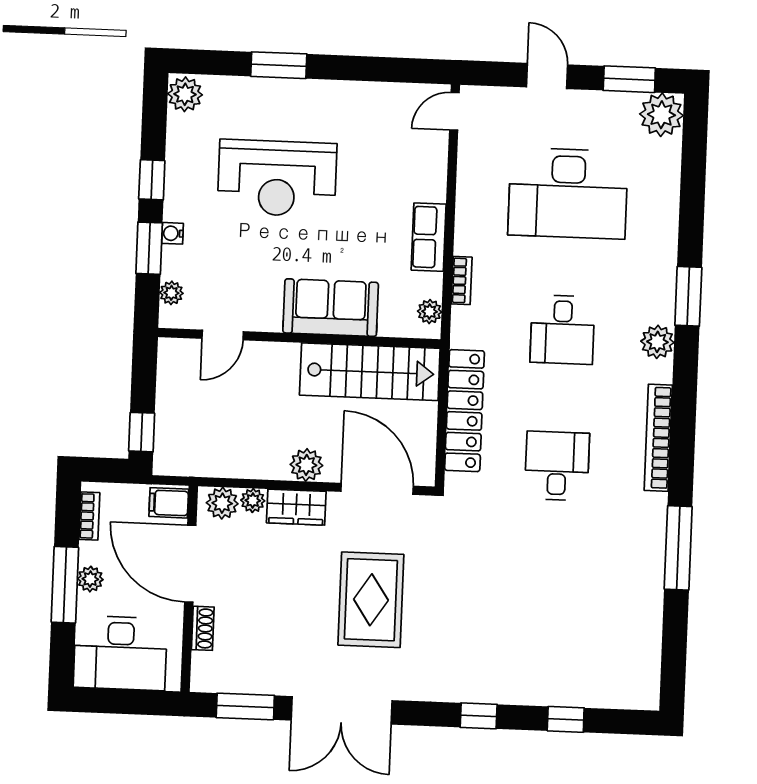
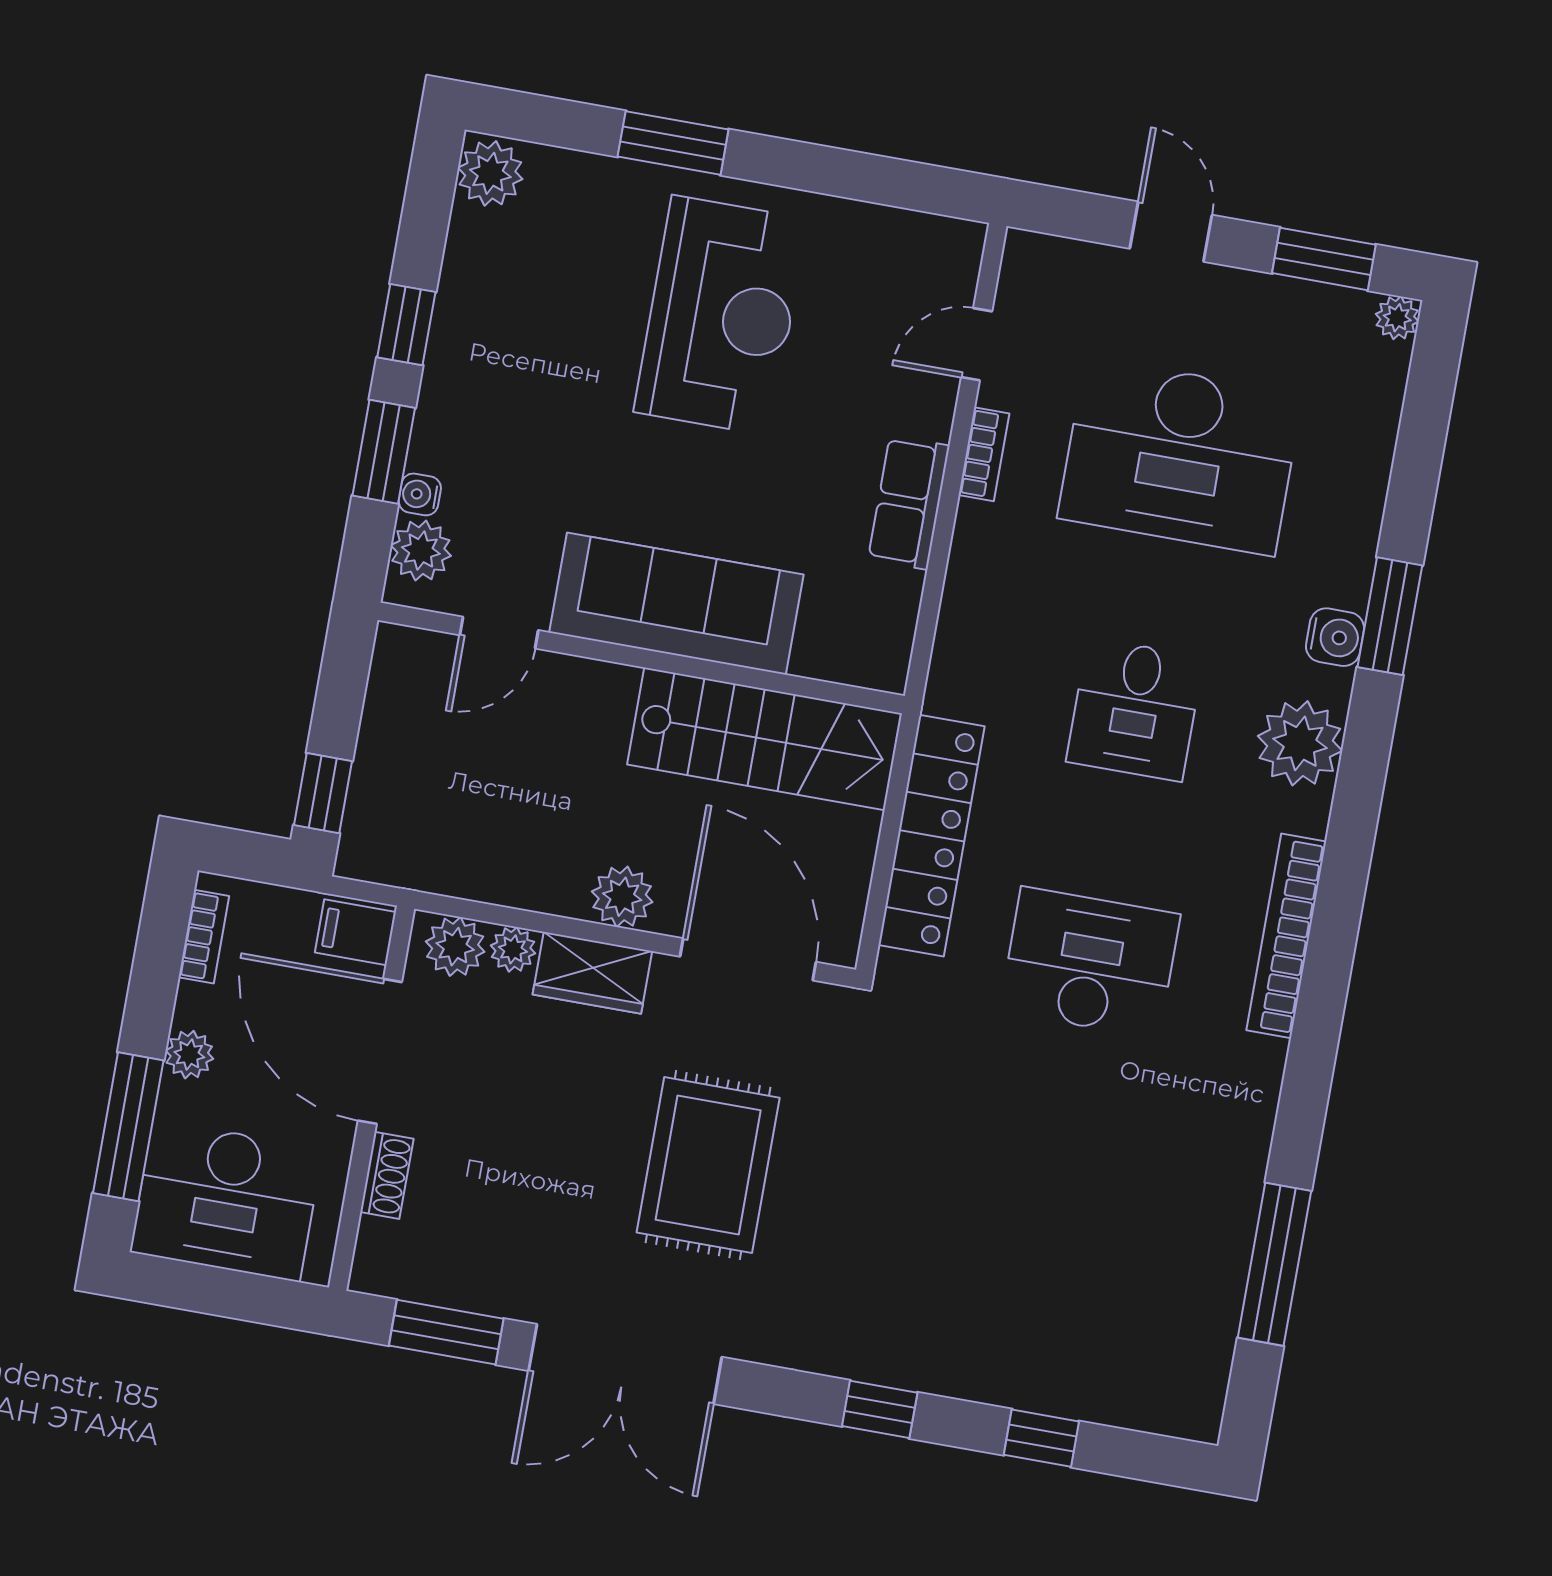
door: (454, 111) -> (977, 344), moved
plant: (661, 115) -> (1397, 318), width x0.53, depth x0.53
reception desk: (277, 178) -> (721, 315), moved, turned -90
water cooler: (172, 233) -> (420, 494), moved
water cooler: (662, 277) -> (1335, 637), added
bookcase: (462, 281) -> (984, 454), moved
plant: (171, 293) -> (421, 551), width x1.38, depth x1.38
window: (688, 296) -> (1390, 616), moved
sofa: (331, 308) -> (676, 604), width x1.36
plant: (430, 312) -> (891, 642), removed
plant: (657, 342) -> (1300, 743), width x1.36, depth x1.36
desk: (557, 466) -> (1090, 963), width x1.37
window: (678, 548) -> (1274, 1264), moved
window: (65, 585) -> (128, 1127), moved

